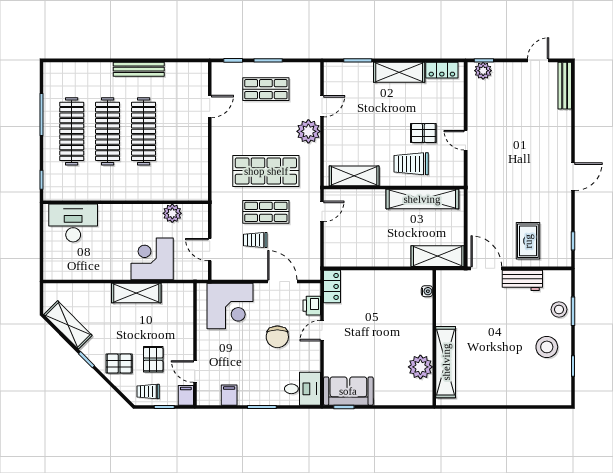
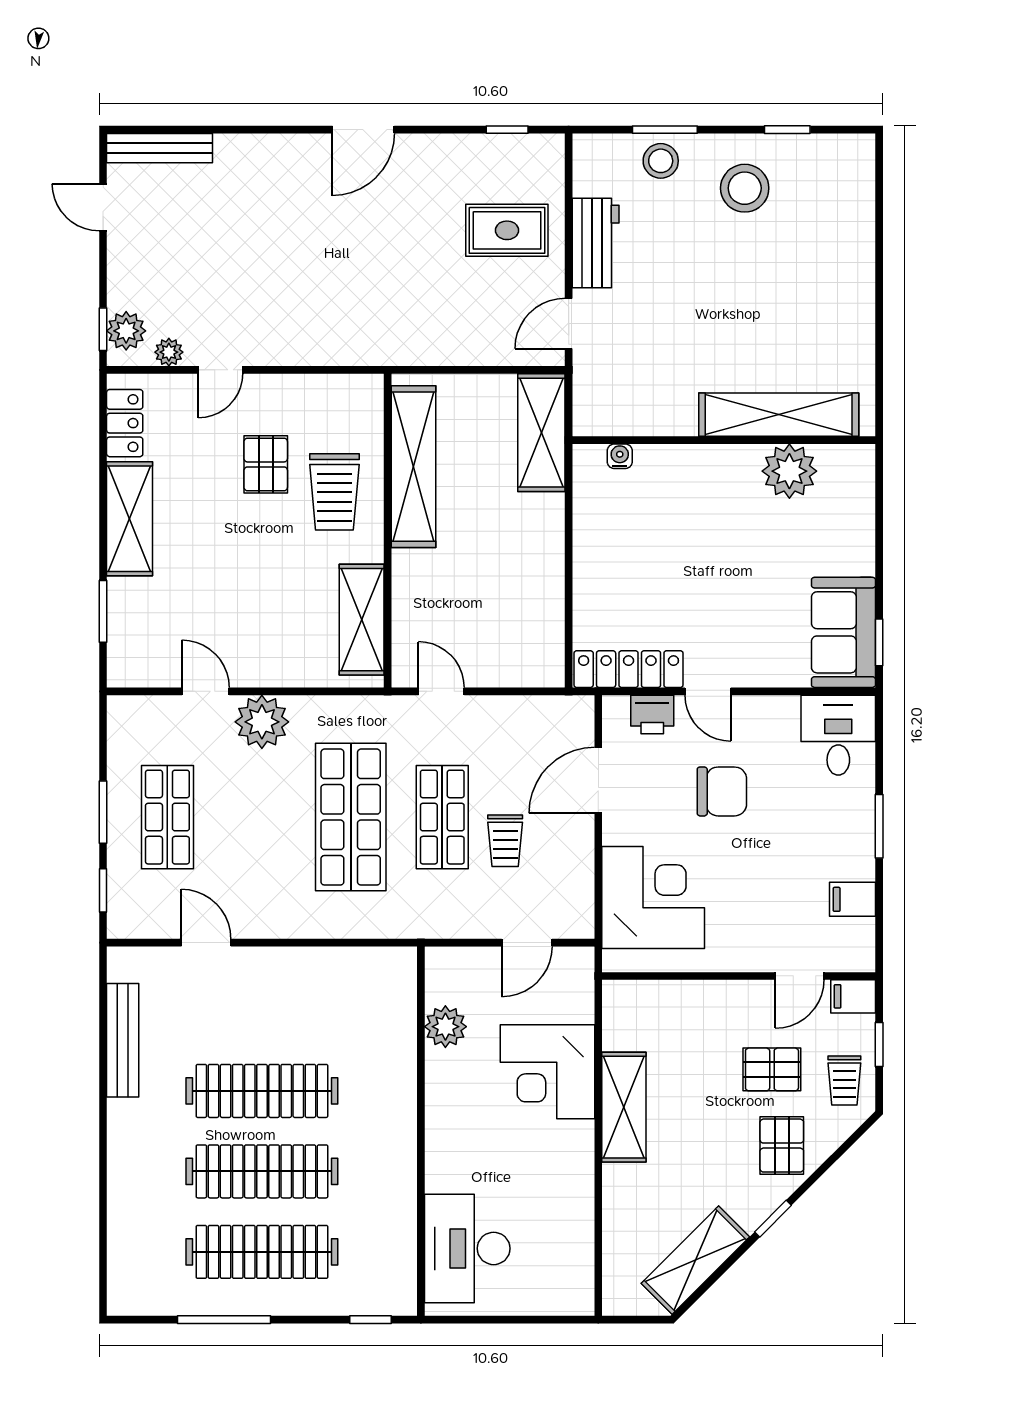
bench: (139, 69) -> (123, 1040), moved
plant: (474, 90) -> (169, 352), added
door: (466, 140) -> (220, 370), moved
door: (573, 177) -> (363, 130), swing flipped
door: (486, 268) -> (569, 323), width x0.73
locker: (332, 286) -> (629, 669), width x1.53

